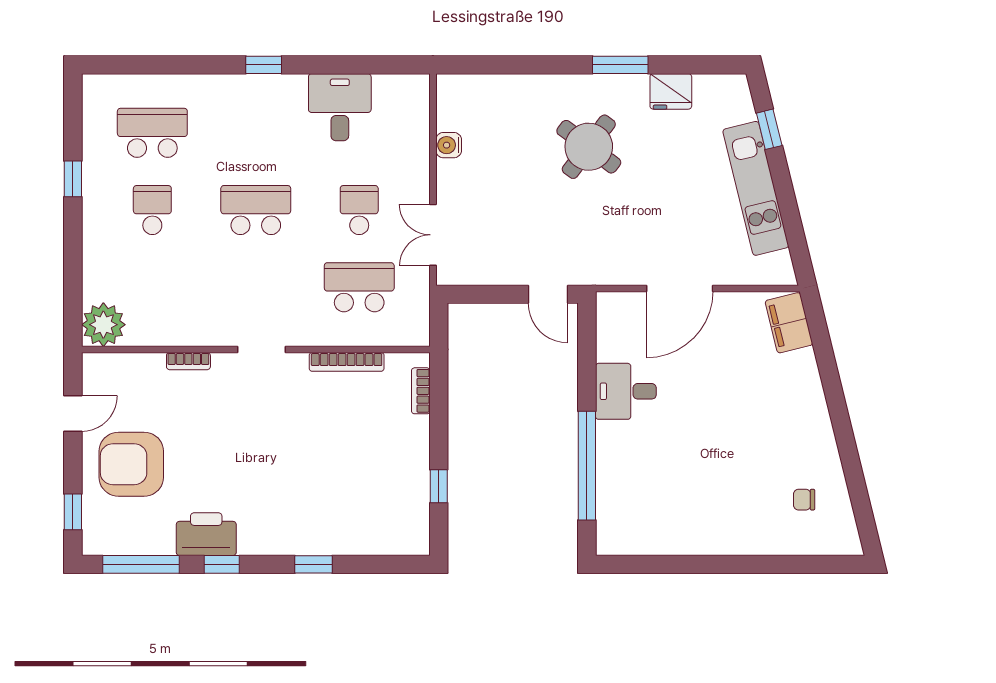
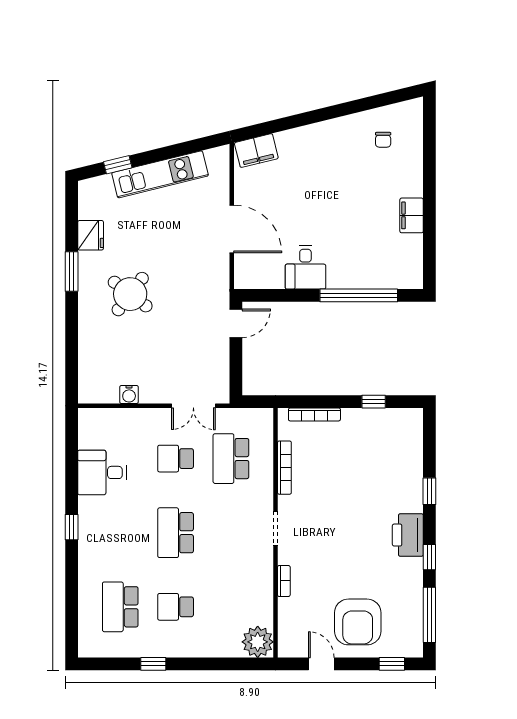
bookcase: (421, 391) -> (314, 414), width x1.56
printer: (206, 534) -> (408, 535), moved
filing cabinet: (698, 539) -> (412, 215), added

